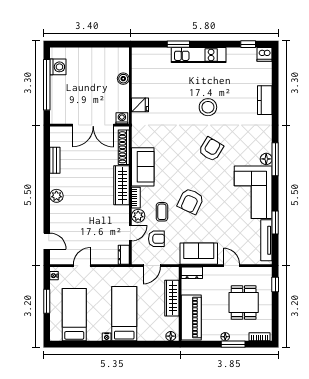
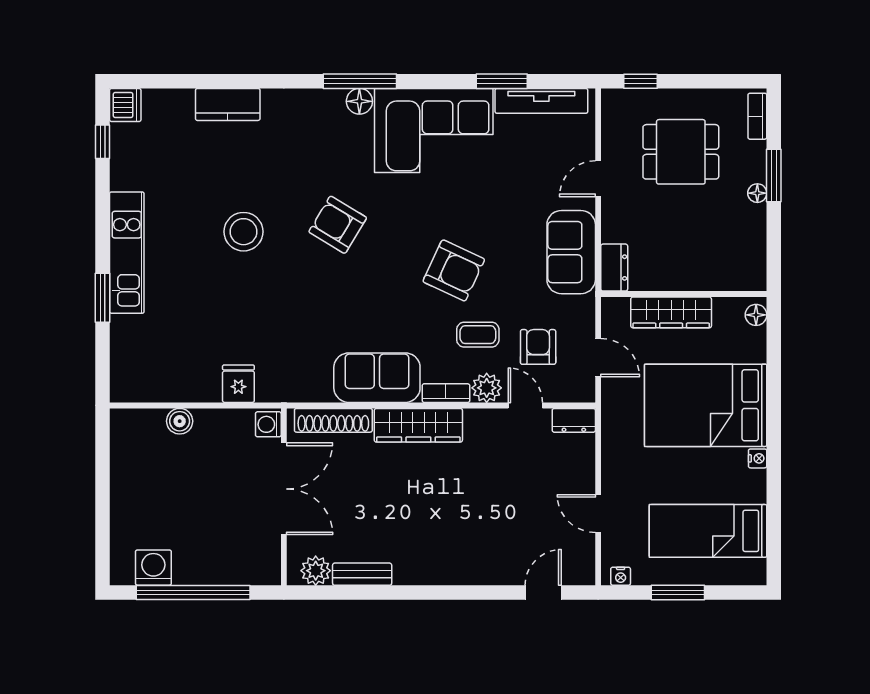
plant: (56, 196) -> (316, 571), moved
bed: (124, 314) -> (706, 405), width x1.50
piano: (191, 317) -> (714, 269), removed

